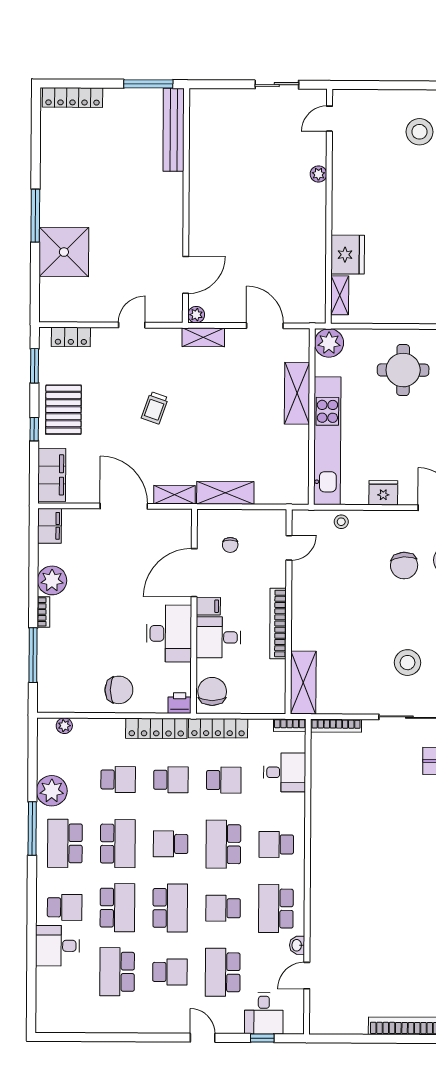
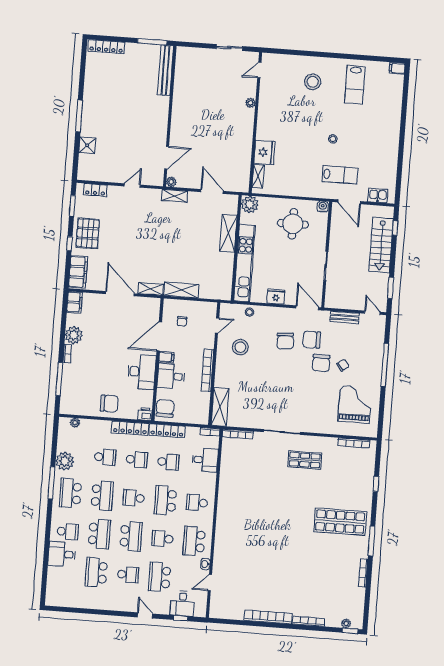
shower: (64, 252) -> (87, 145), width x0.54, depth x0.54
trolley: (155, 408) -> (143, 236), removed
stool: (407, 663) -> (240, 347), moved

